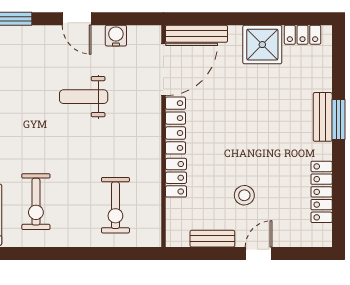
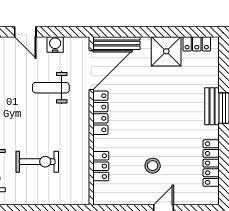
weight bench: (84, 97) -> (51, 88), moved
locker: (176, 178) -> (101, 166), moved
exercise bike: (115, 205) -> (37, 162), moved, turned -90
bench: (212, 239) -> (128, 199), removed

